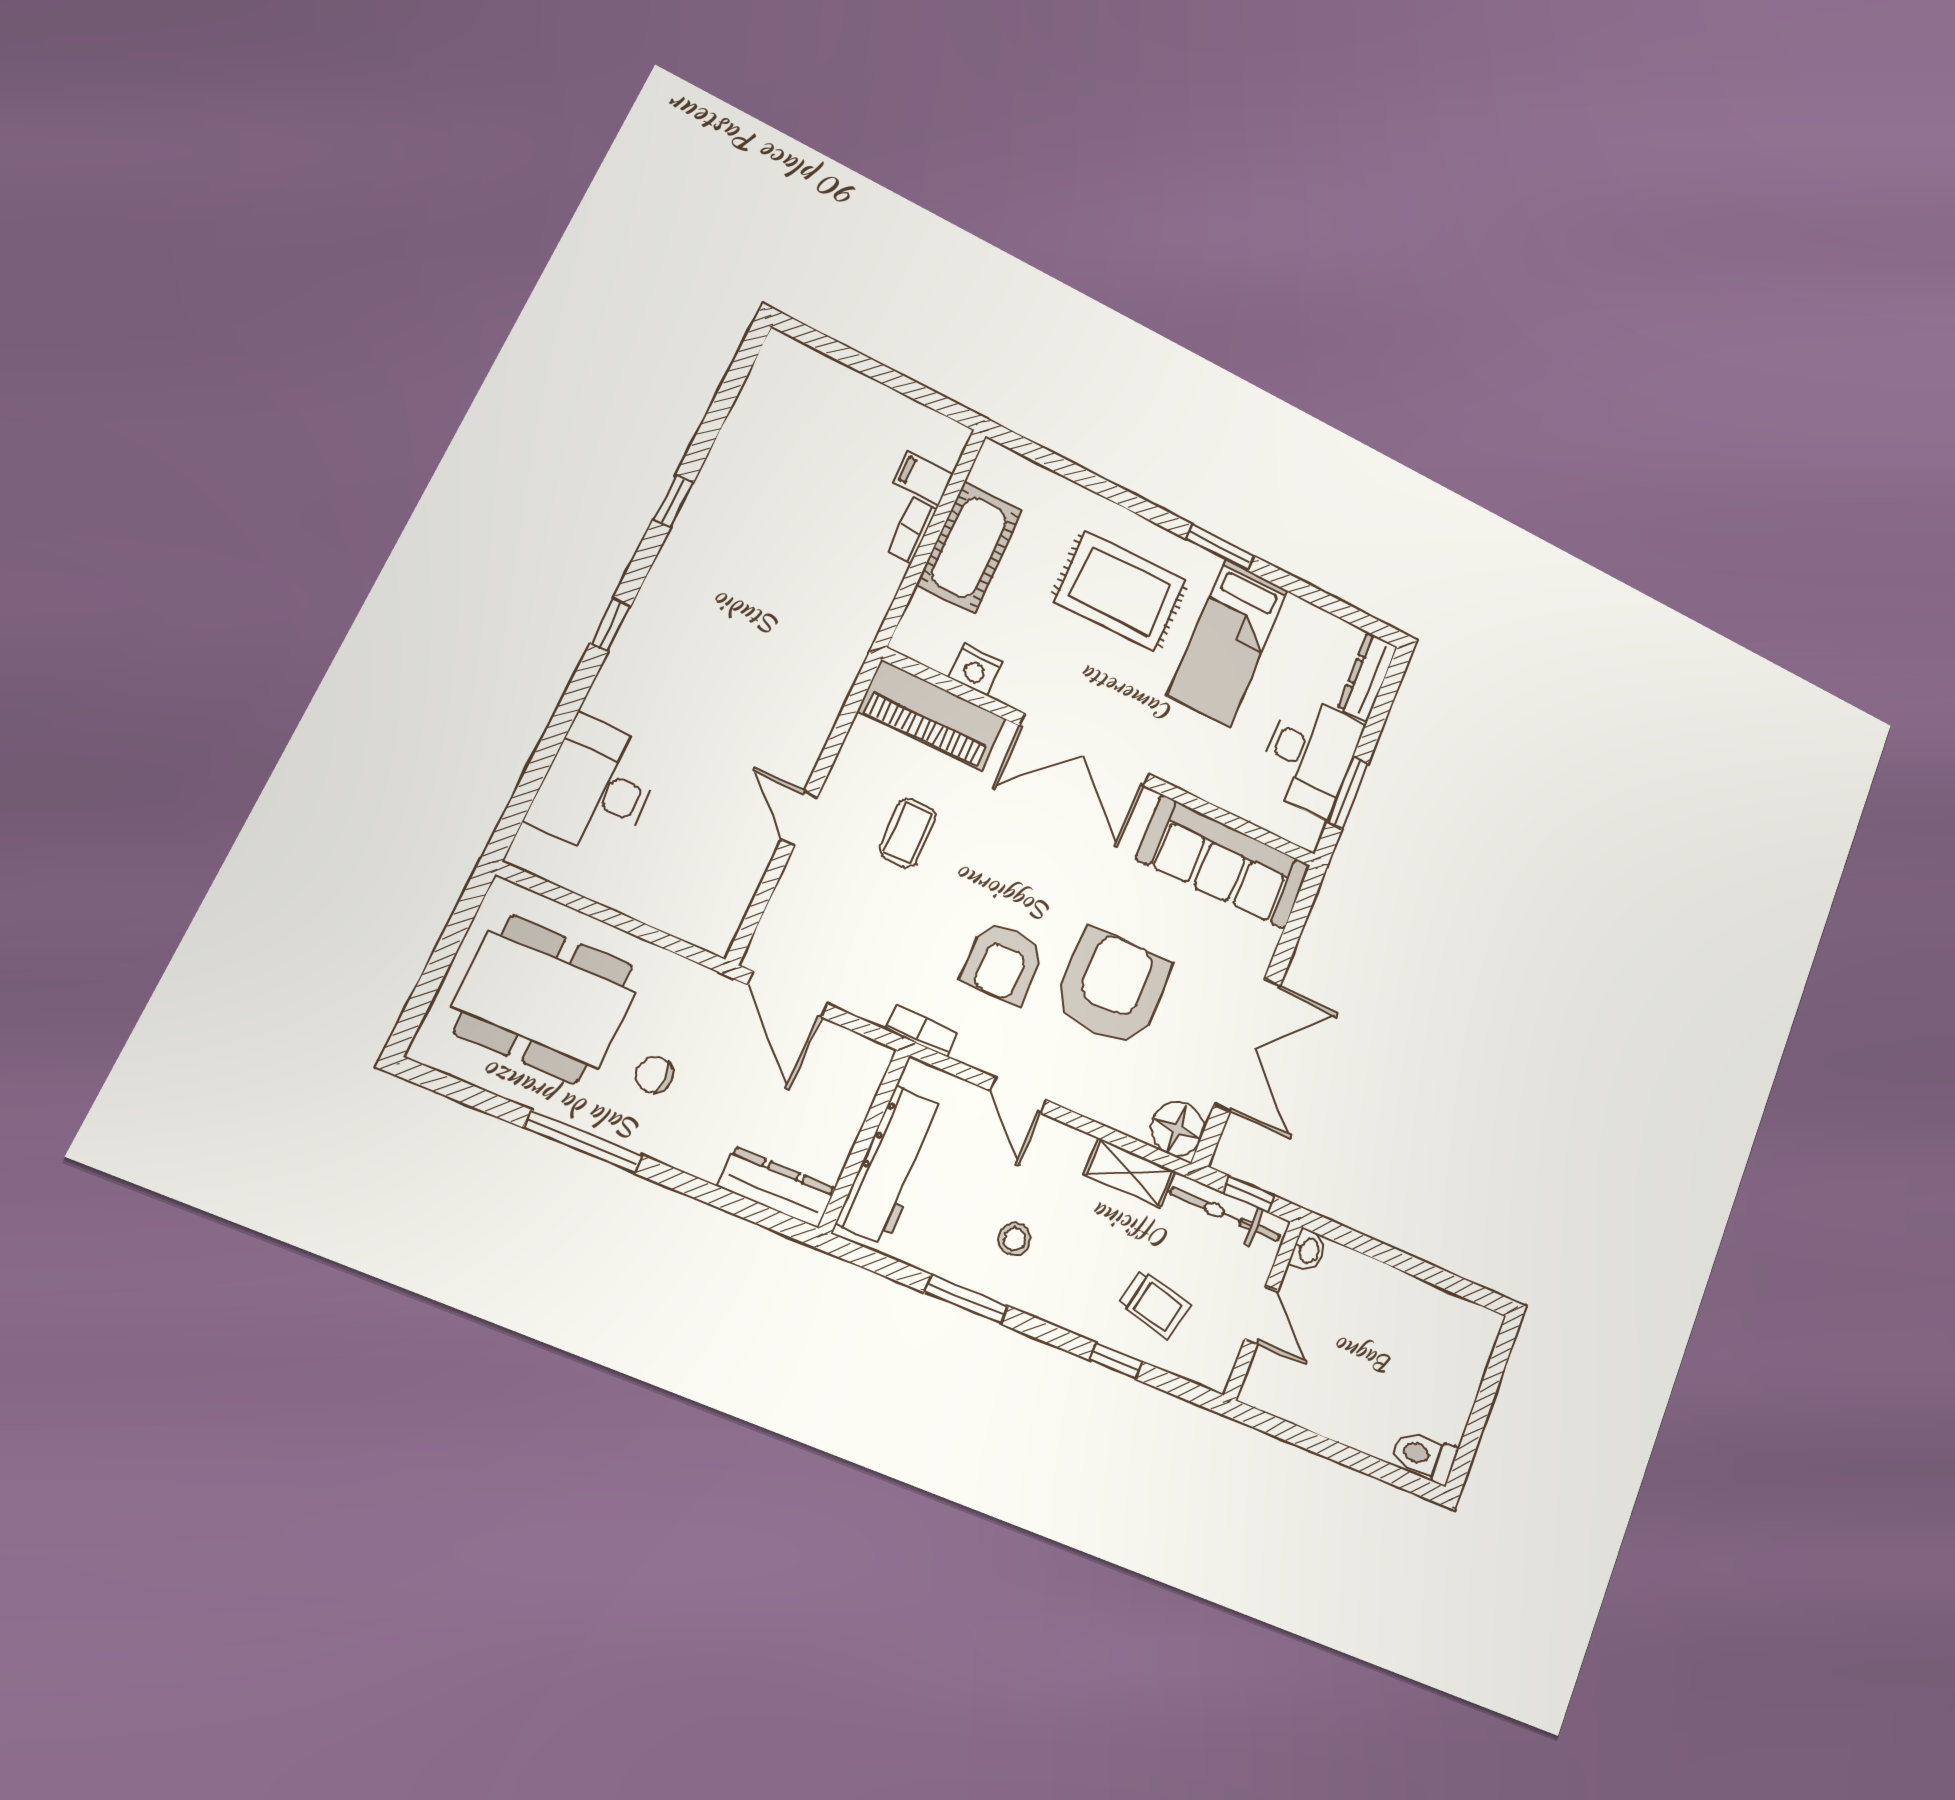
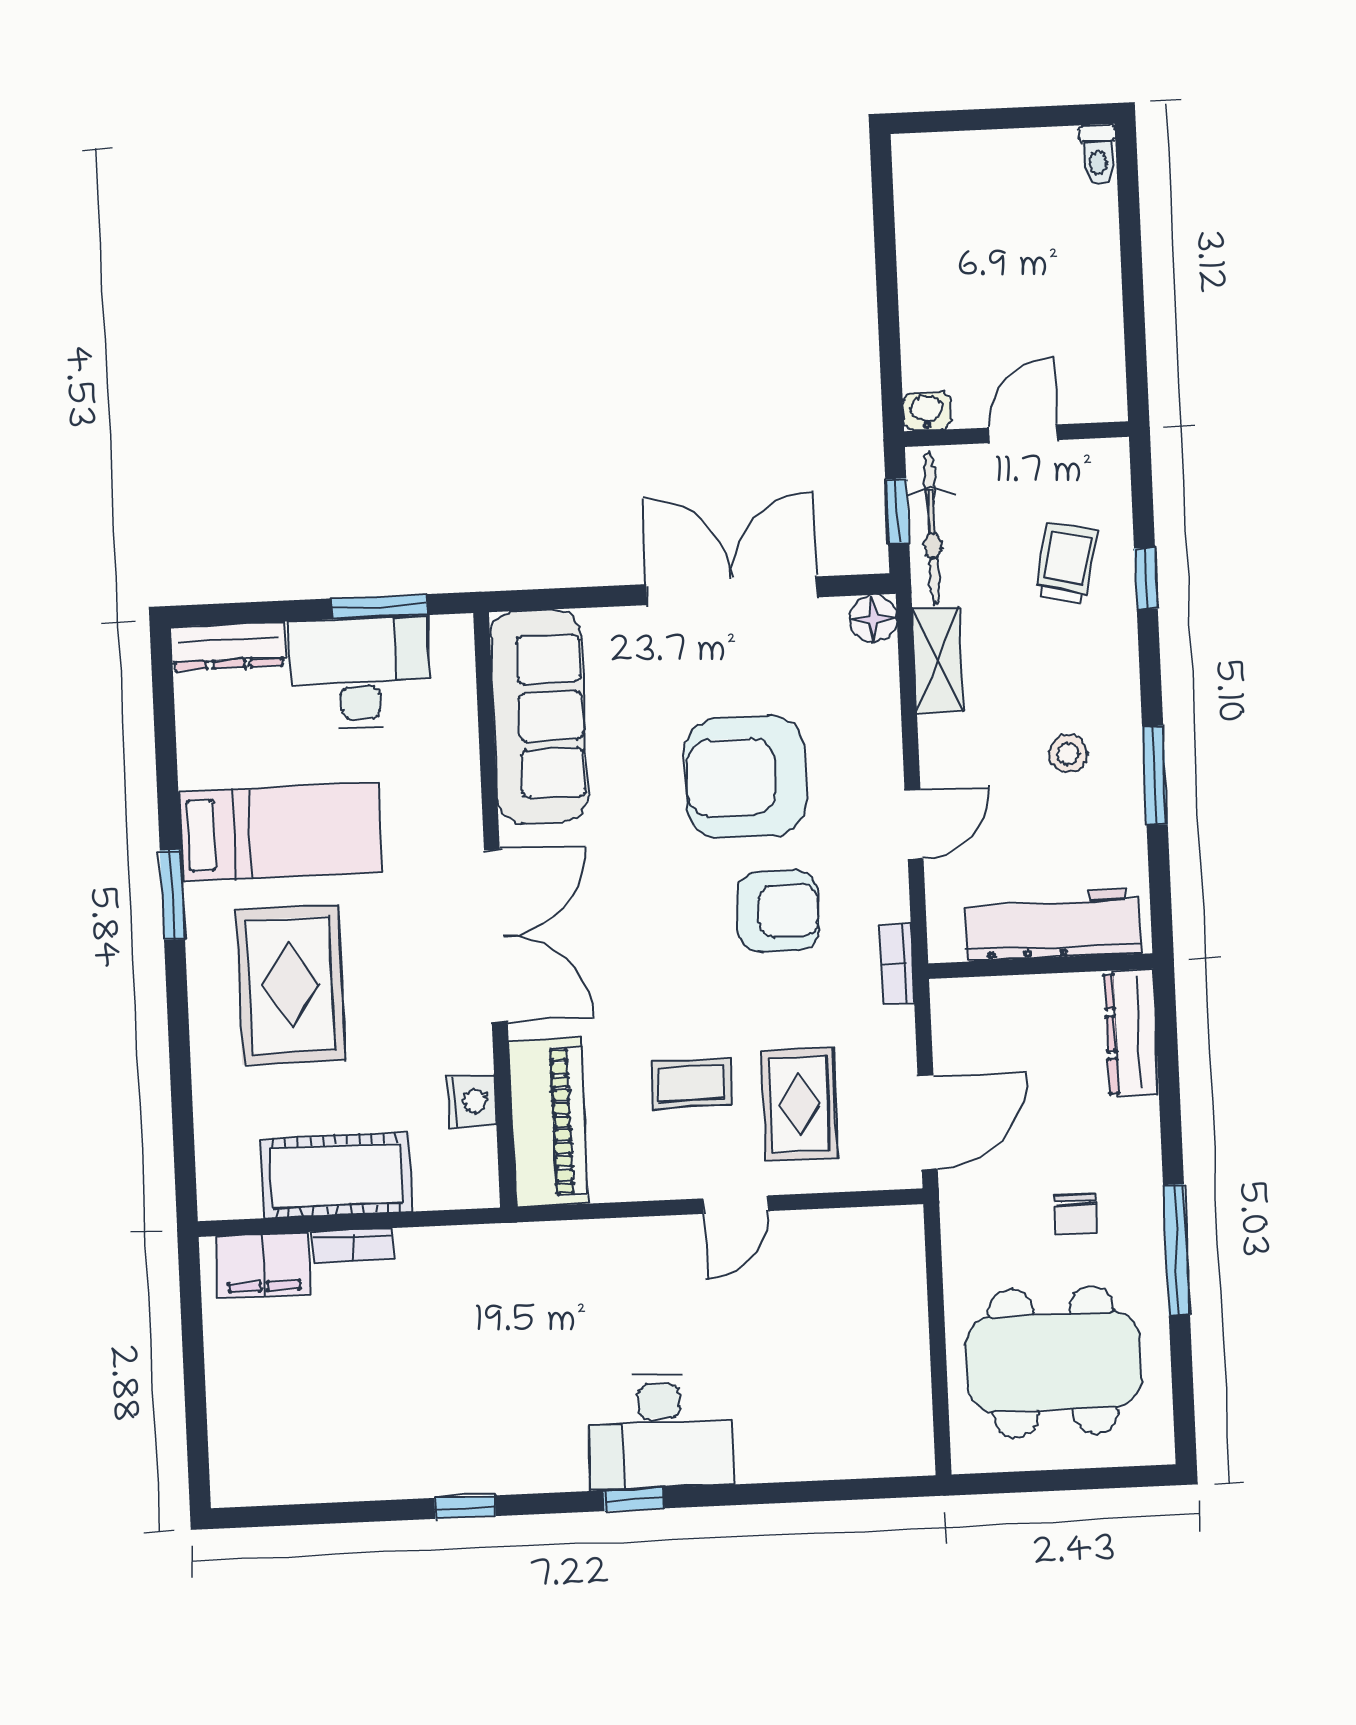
filing cabinet: (923, 478) -> (263, 1265), width x2.00
desk: (596, 787) -> (660, 1431), moved
rug: (851, 904) -> (799, 1104), added
dining table: (544, 999) -> (1053, 1362), turned 90
floor lamp: (1177, 1129) -> (873, 619), width x0.73, depth x0.73
toilet: (1424, 1456) -> (1098, 154), width x0.73, depth x0.72

